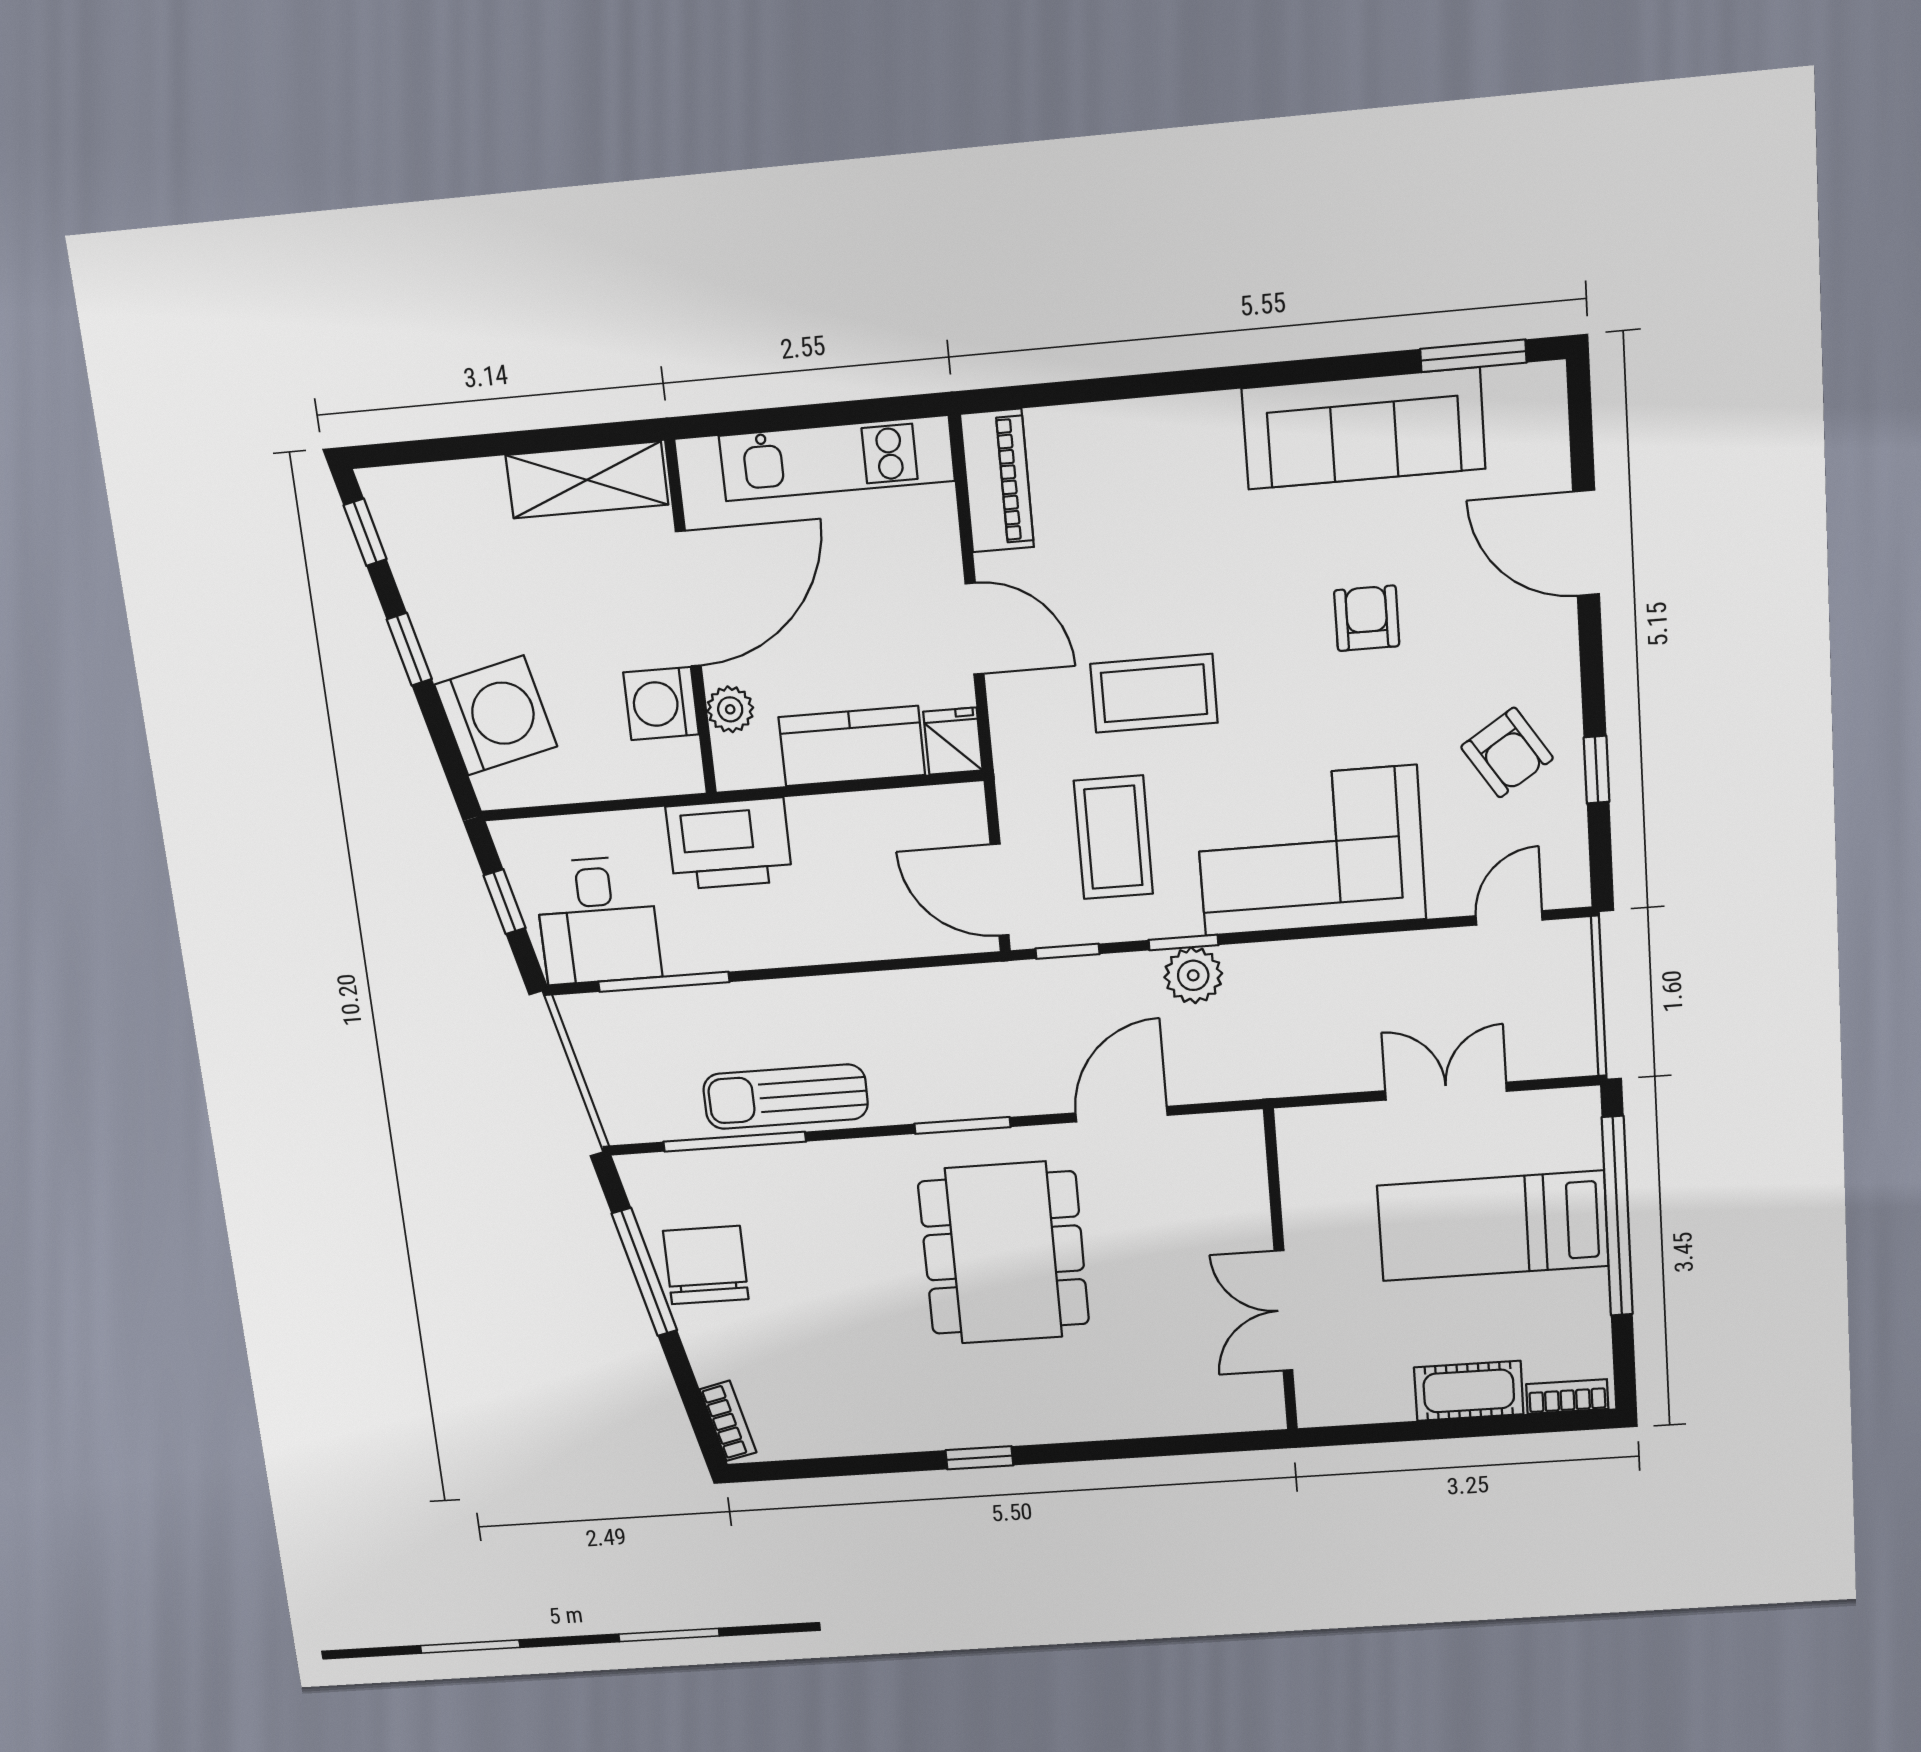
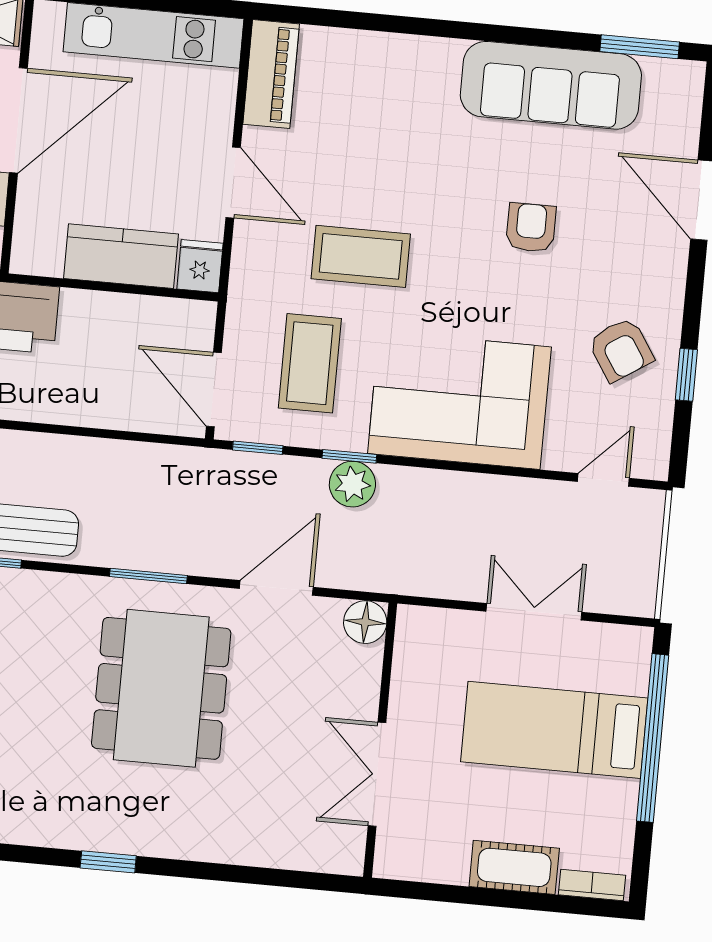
plant: (730, 709) -> (33, 211), removed
floor lamp: (1238, 1137) -> (365, 622), added

